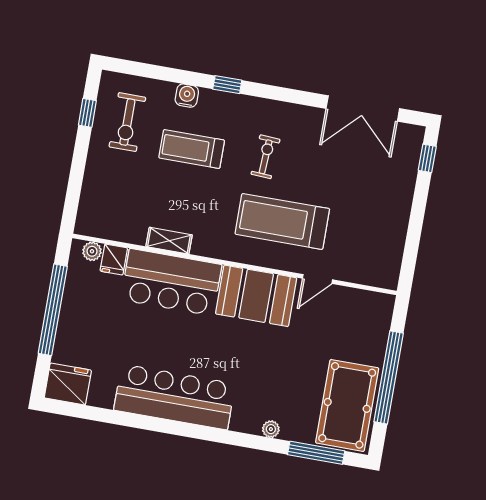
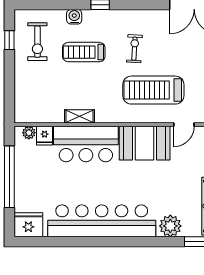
bar counter: (175, 397) -> (102, 221), width x1.36
plant: (271, 429) -> (170, 226), width x1.88, depth x1.88

